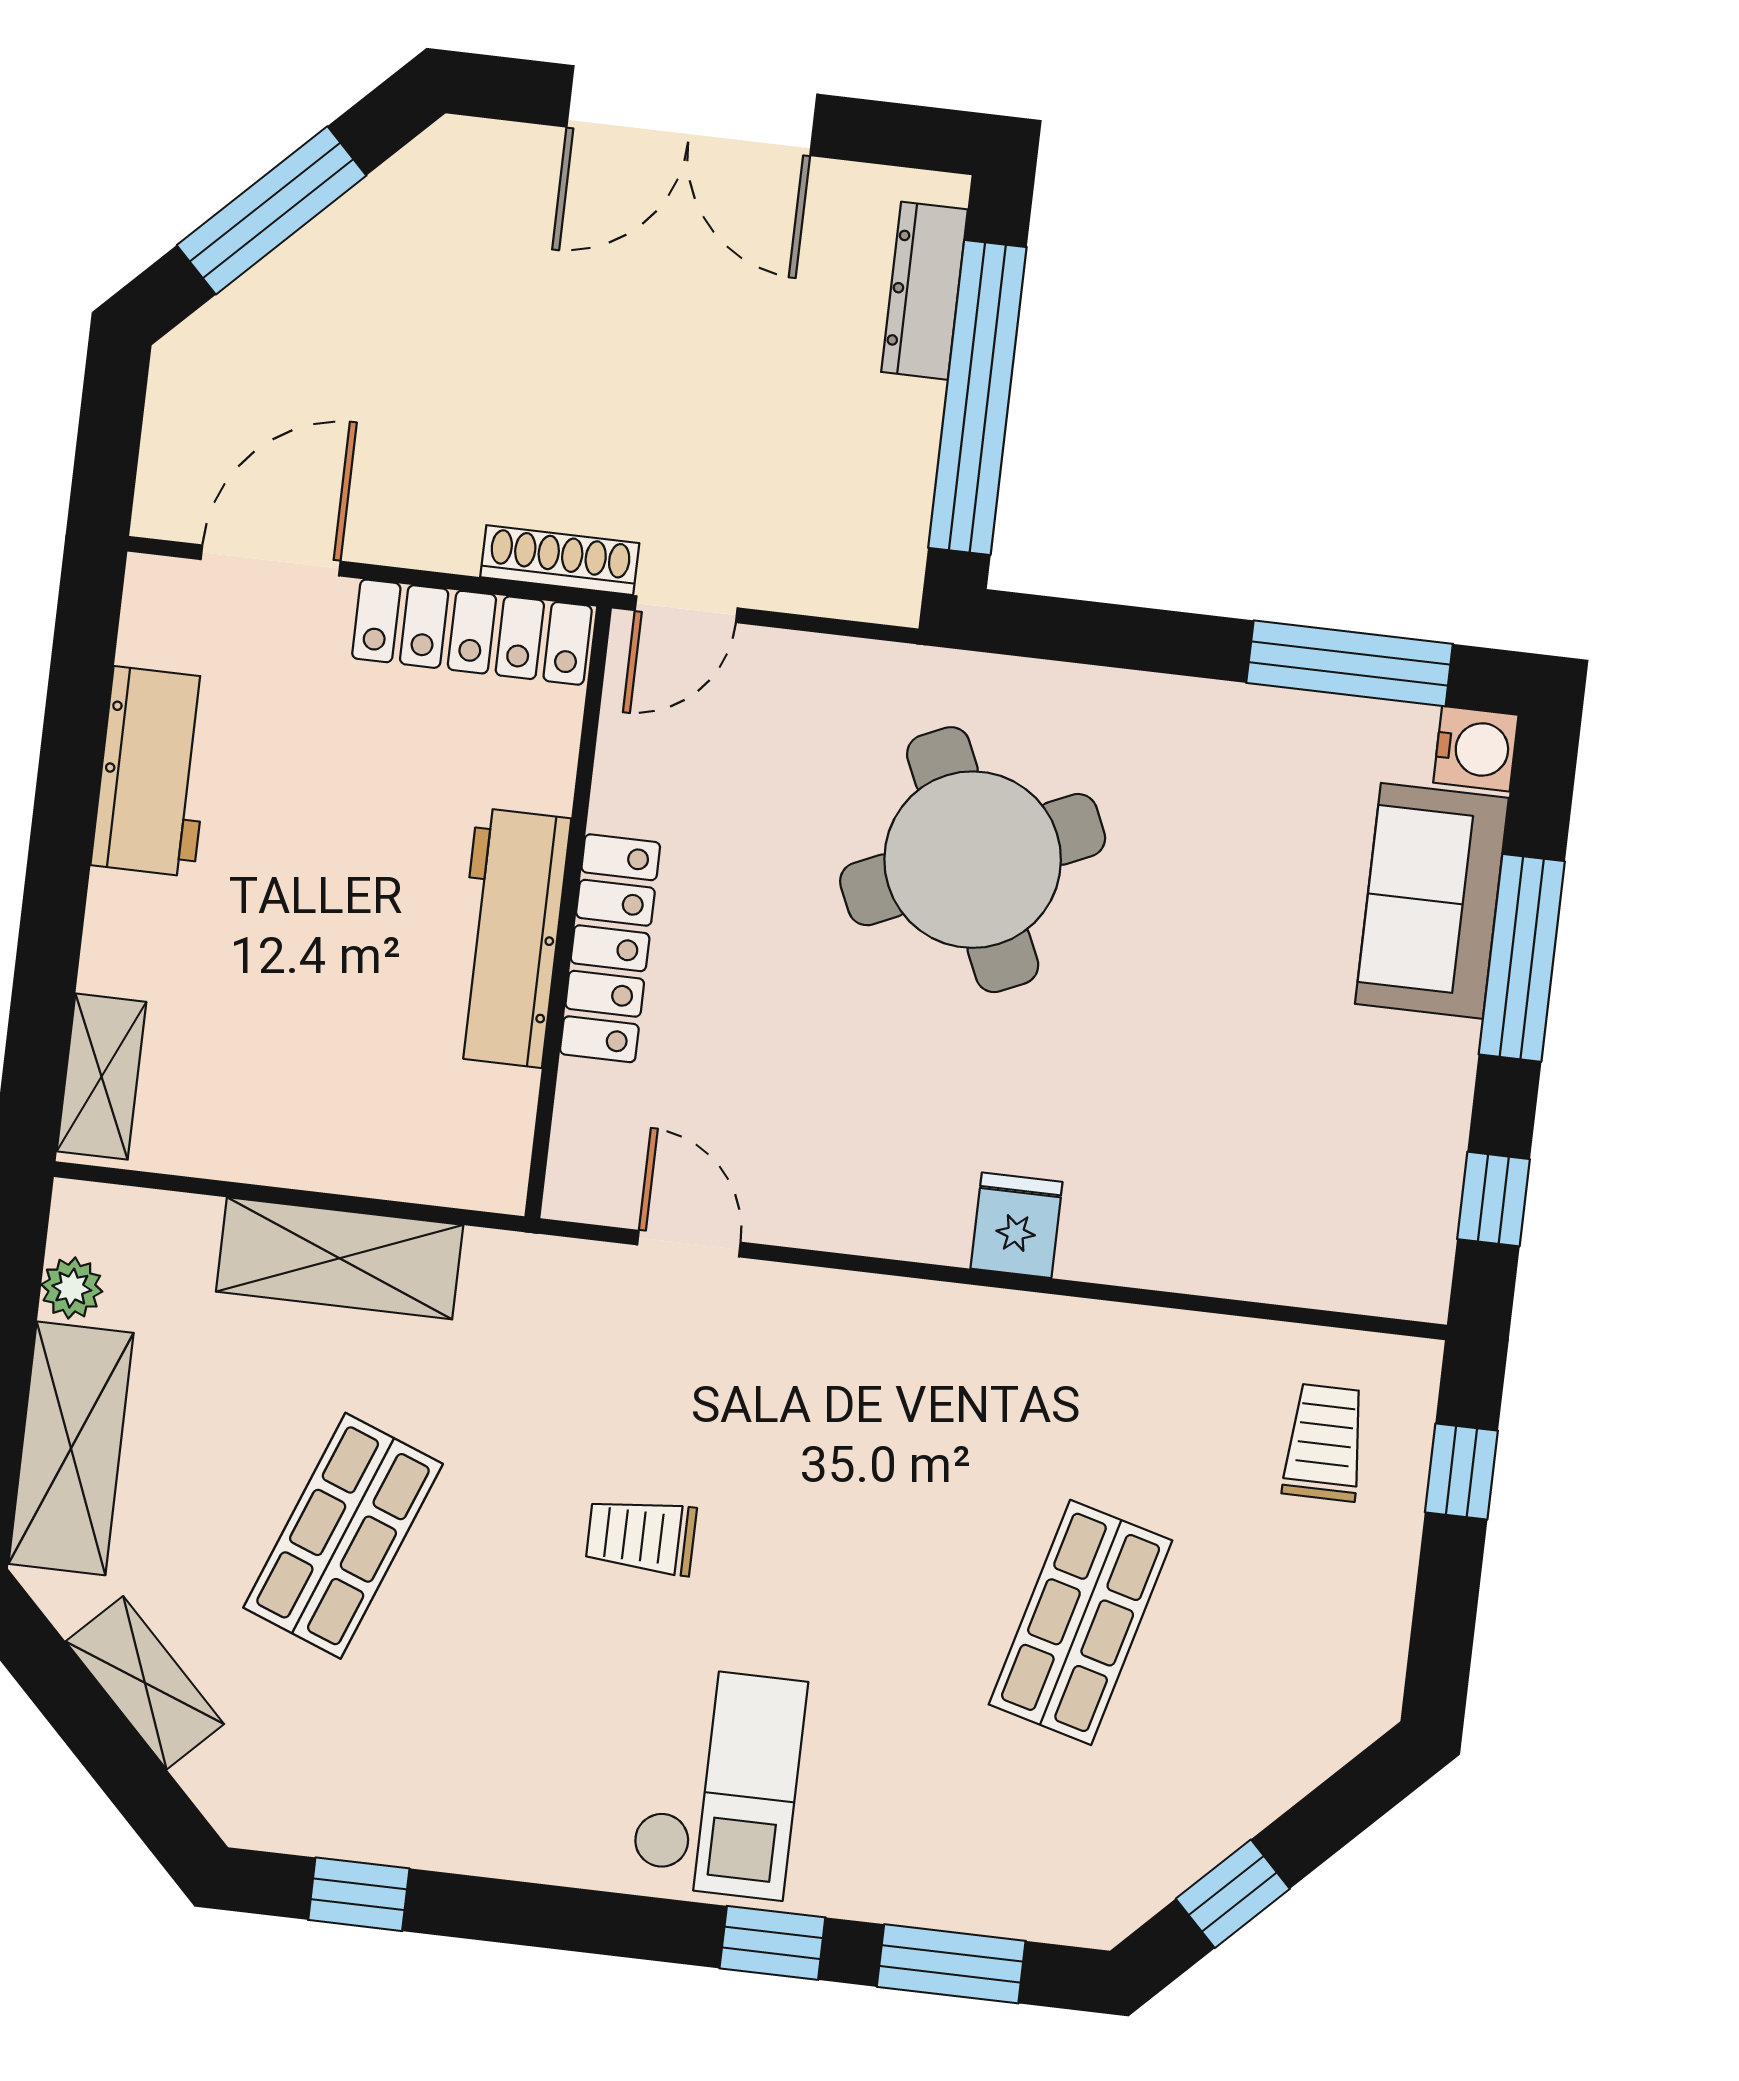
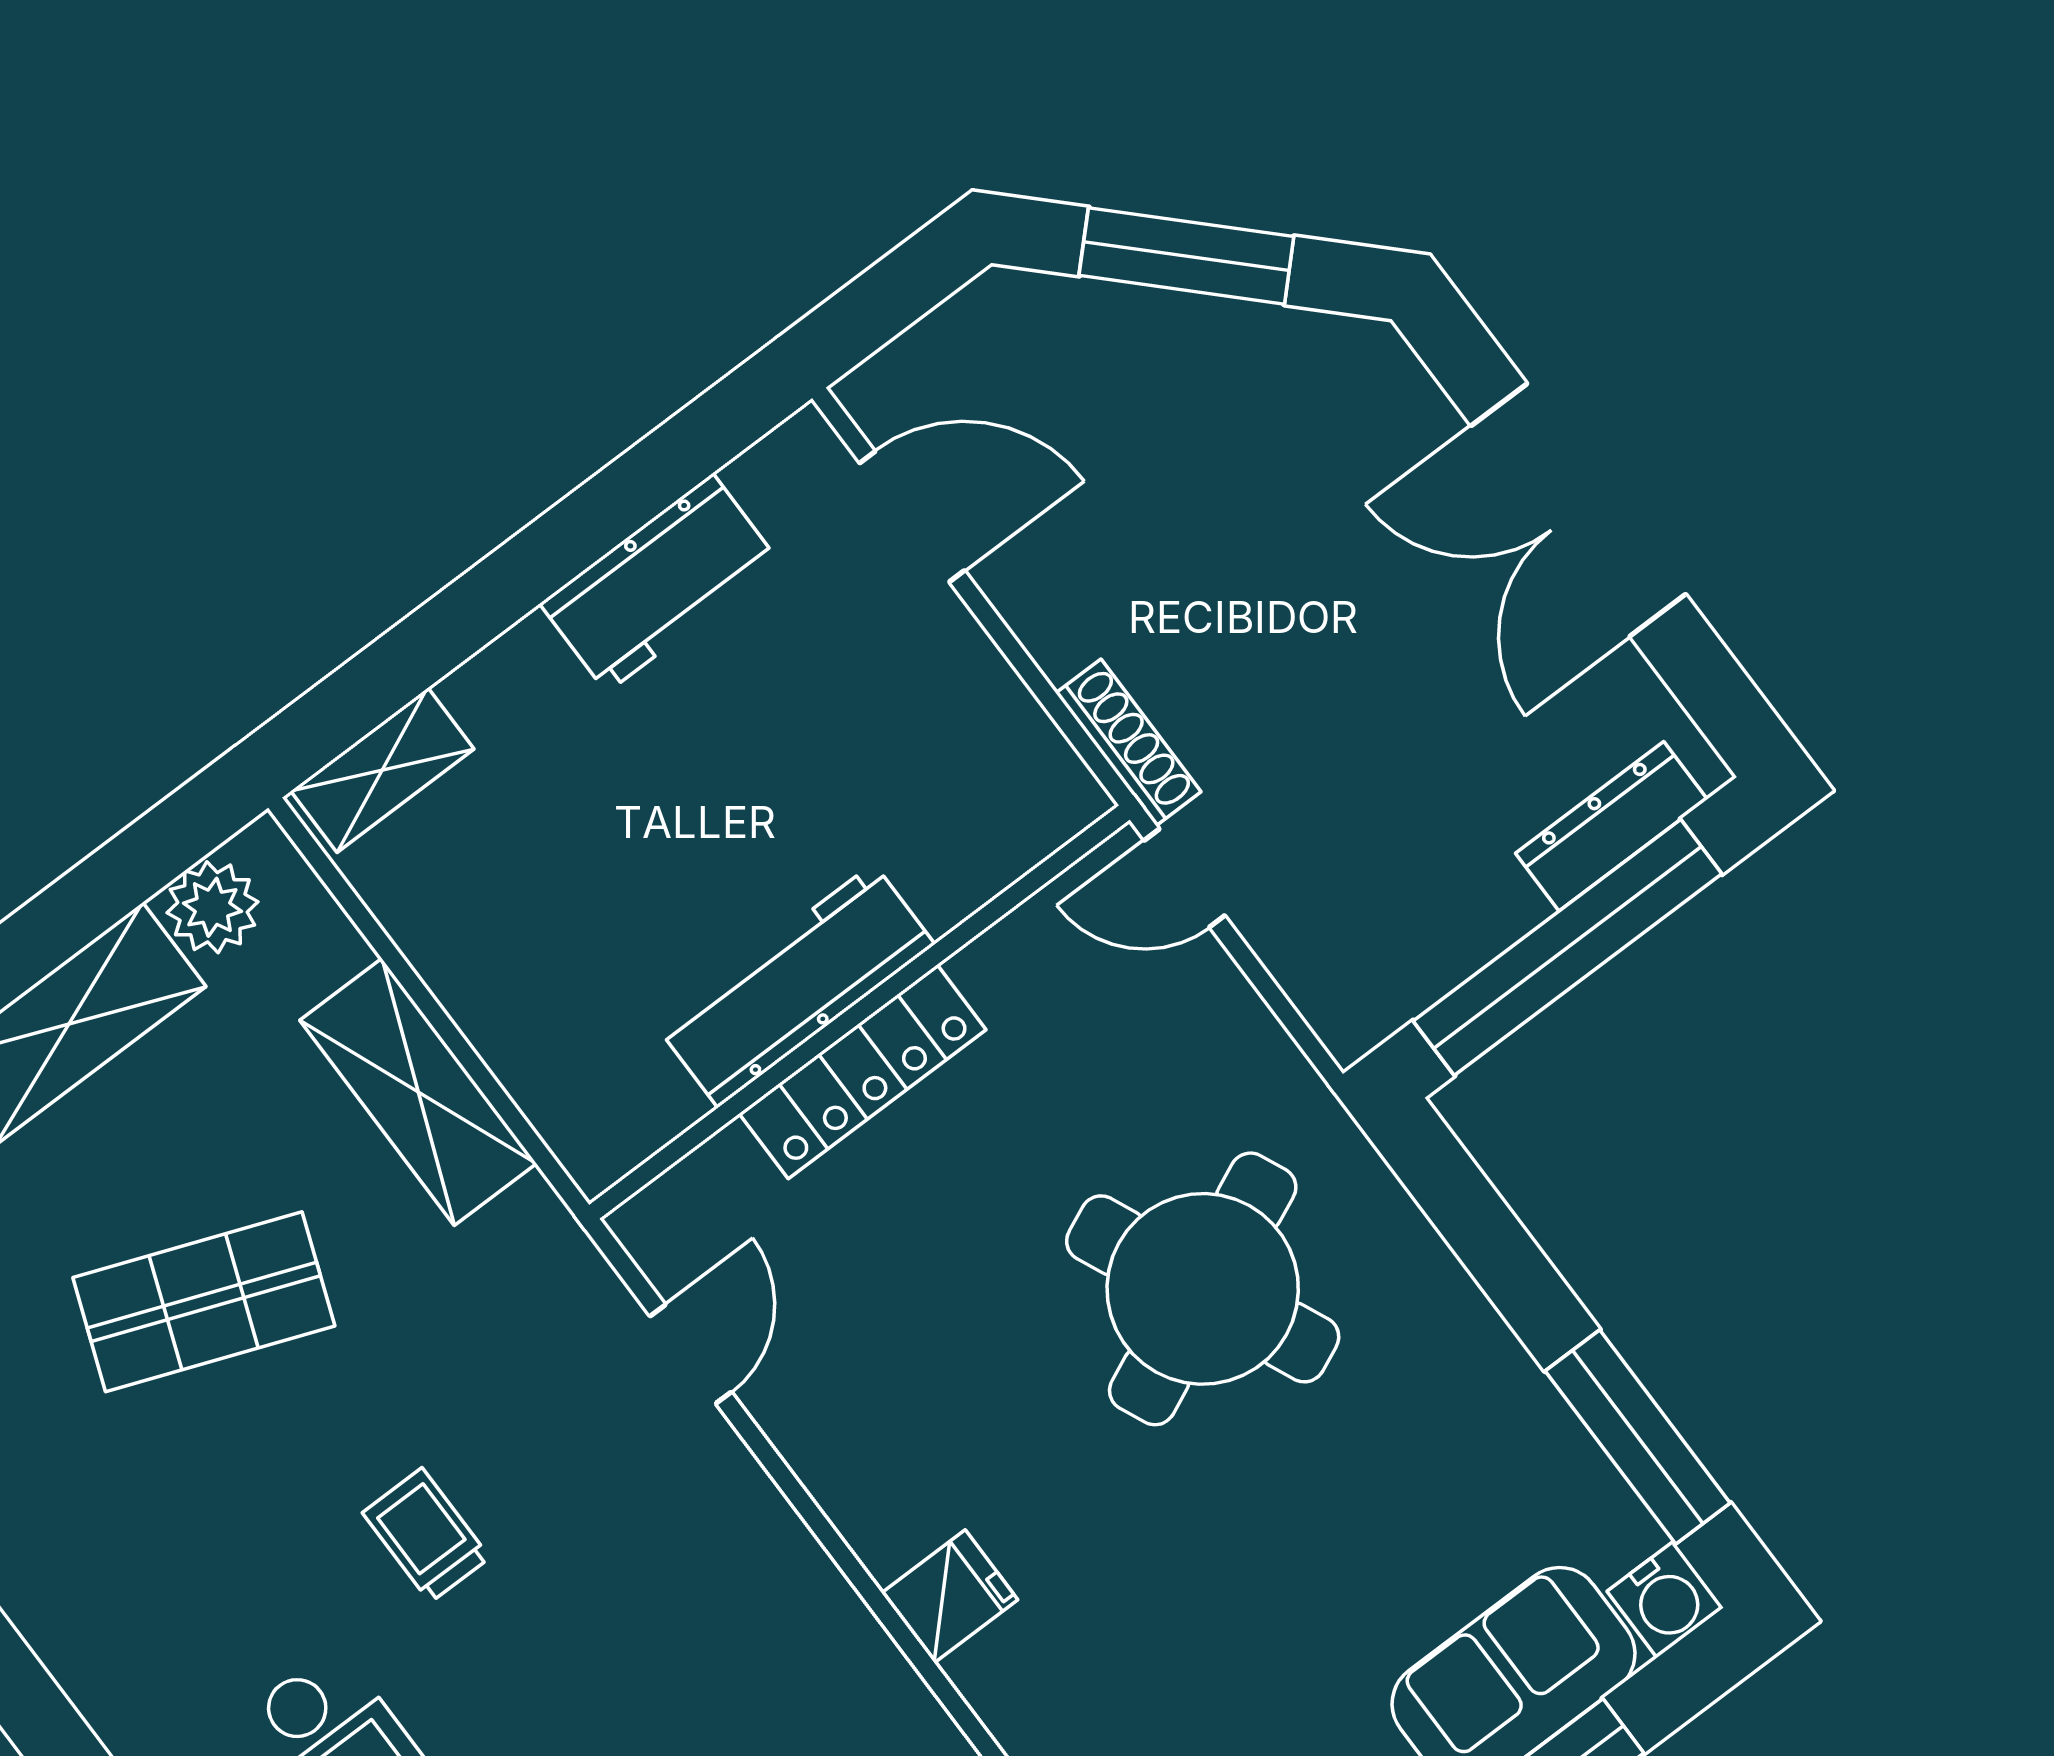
locker: (472, 632) -> (1007, 728), removed
plant: (72, 1288) -> (212, 907), width x1.38, depth x1.38

